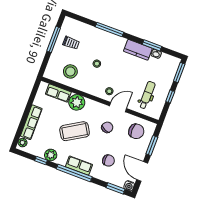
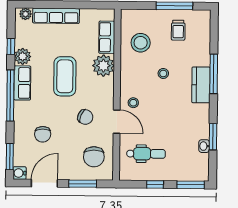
kitchen counter: (138, 50) -> (201, 85), moved
coffee table: (75, 131) -> (65, 76), turned 31
row of seats: (79, 166) -> (22, 83), moved

